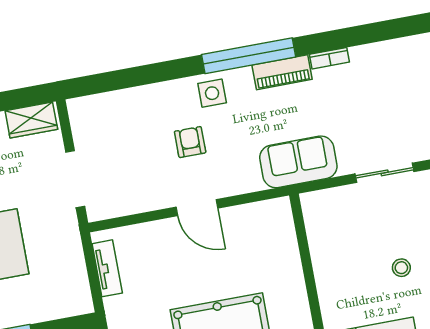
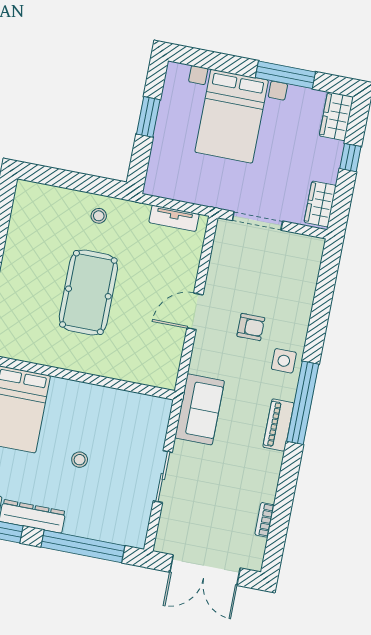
bookcase: (329, 58) -> (265, 520), moved

